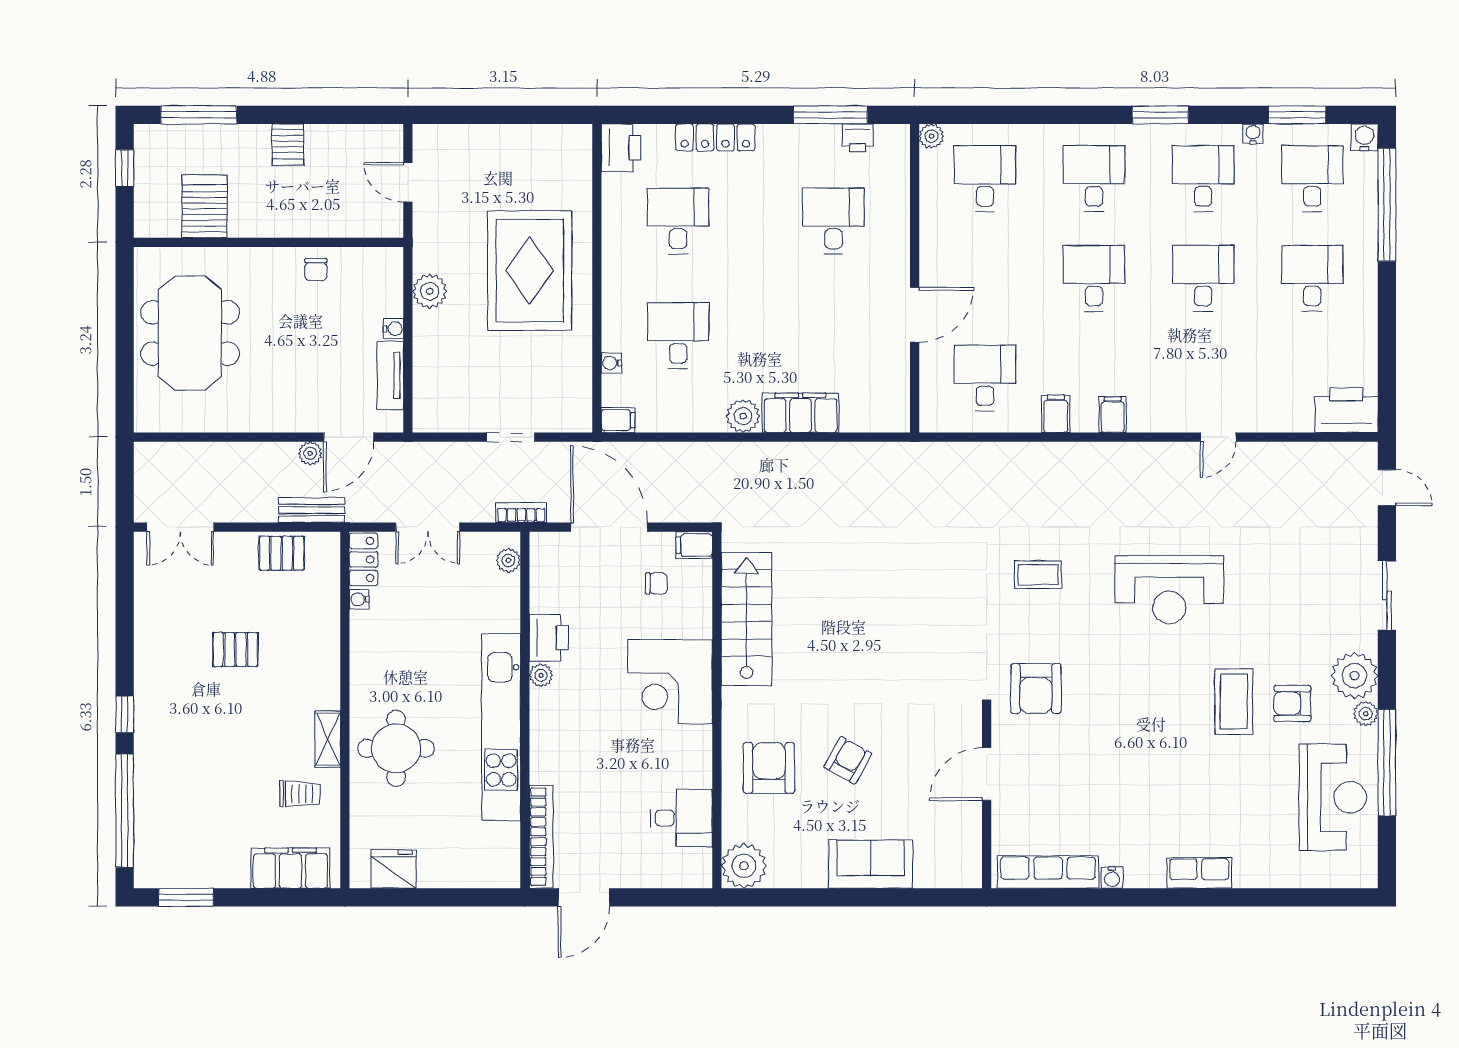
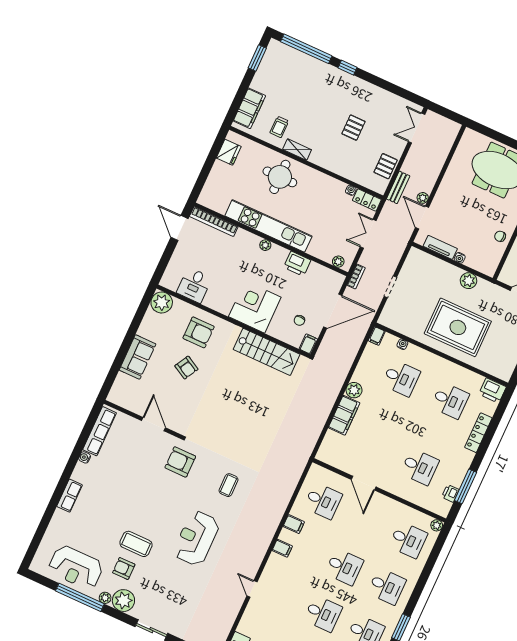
plant: (541, 675) -> (265, 245), moved
armchair: (1292, 703) -> (124, 569), turned -90

